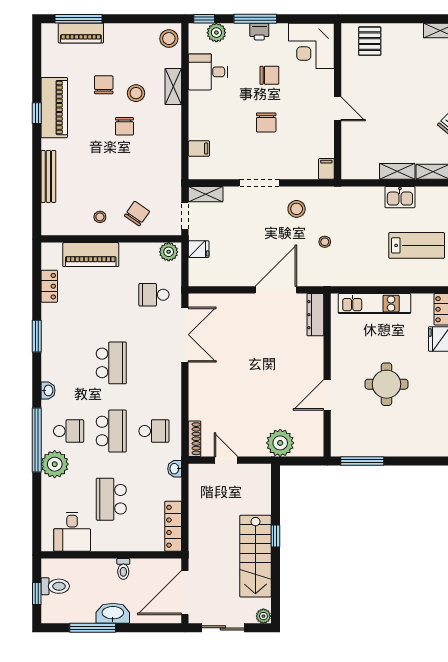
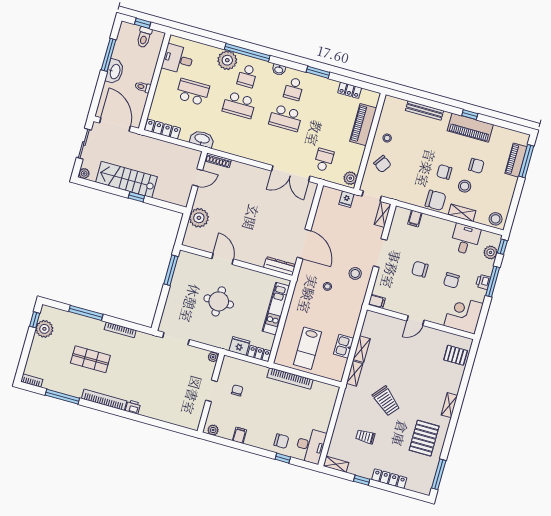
chair: (166, 127) -> (436, 200), added
school desk: (154, 431) -> (294, 89), moved
washbasin: (175, 469) -> (202, 139), width x1.91, depth x1.45

